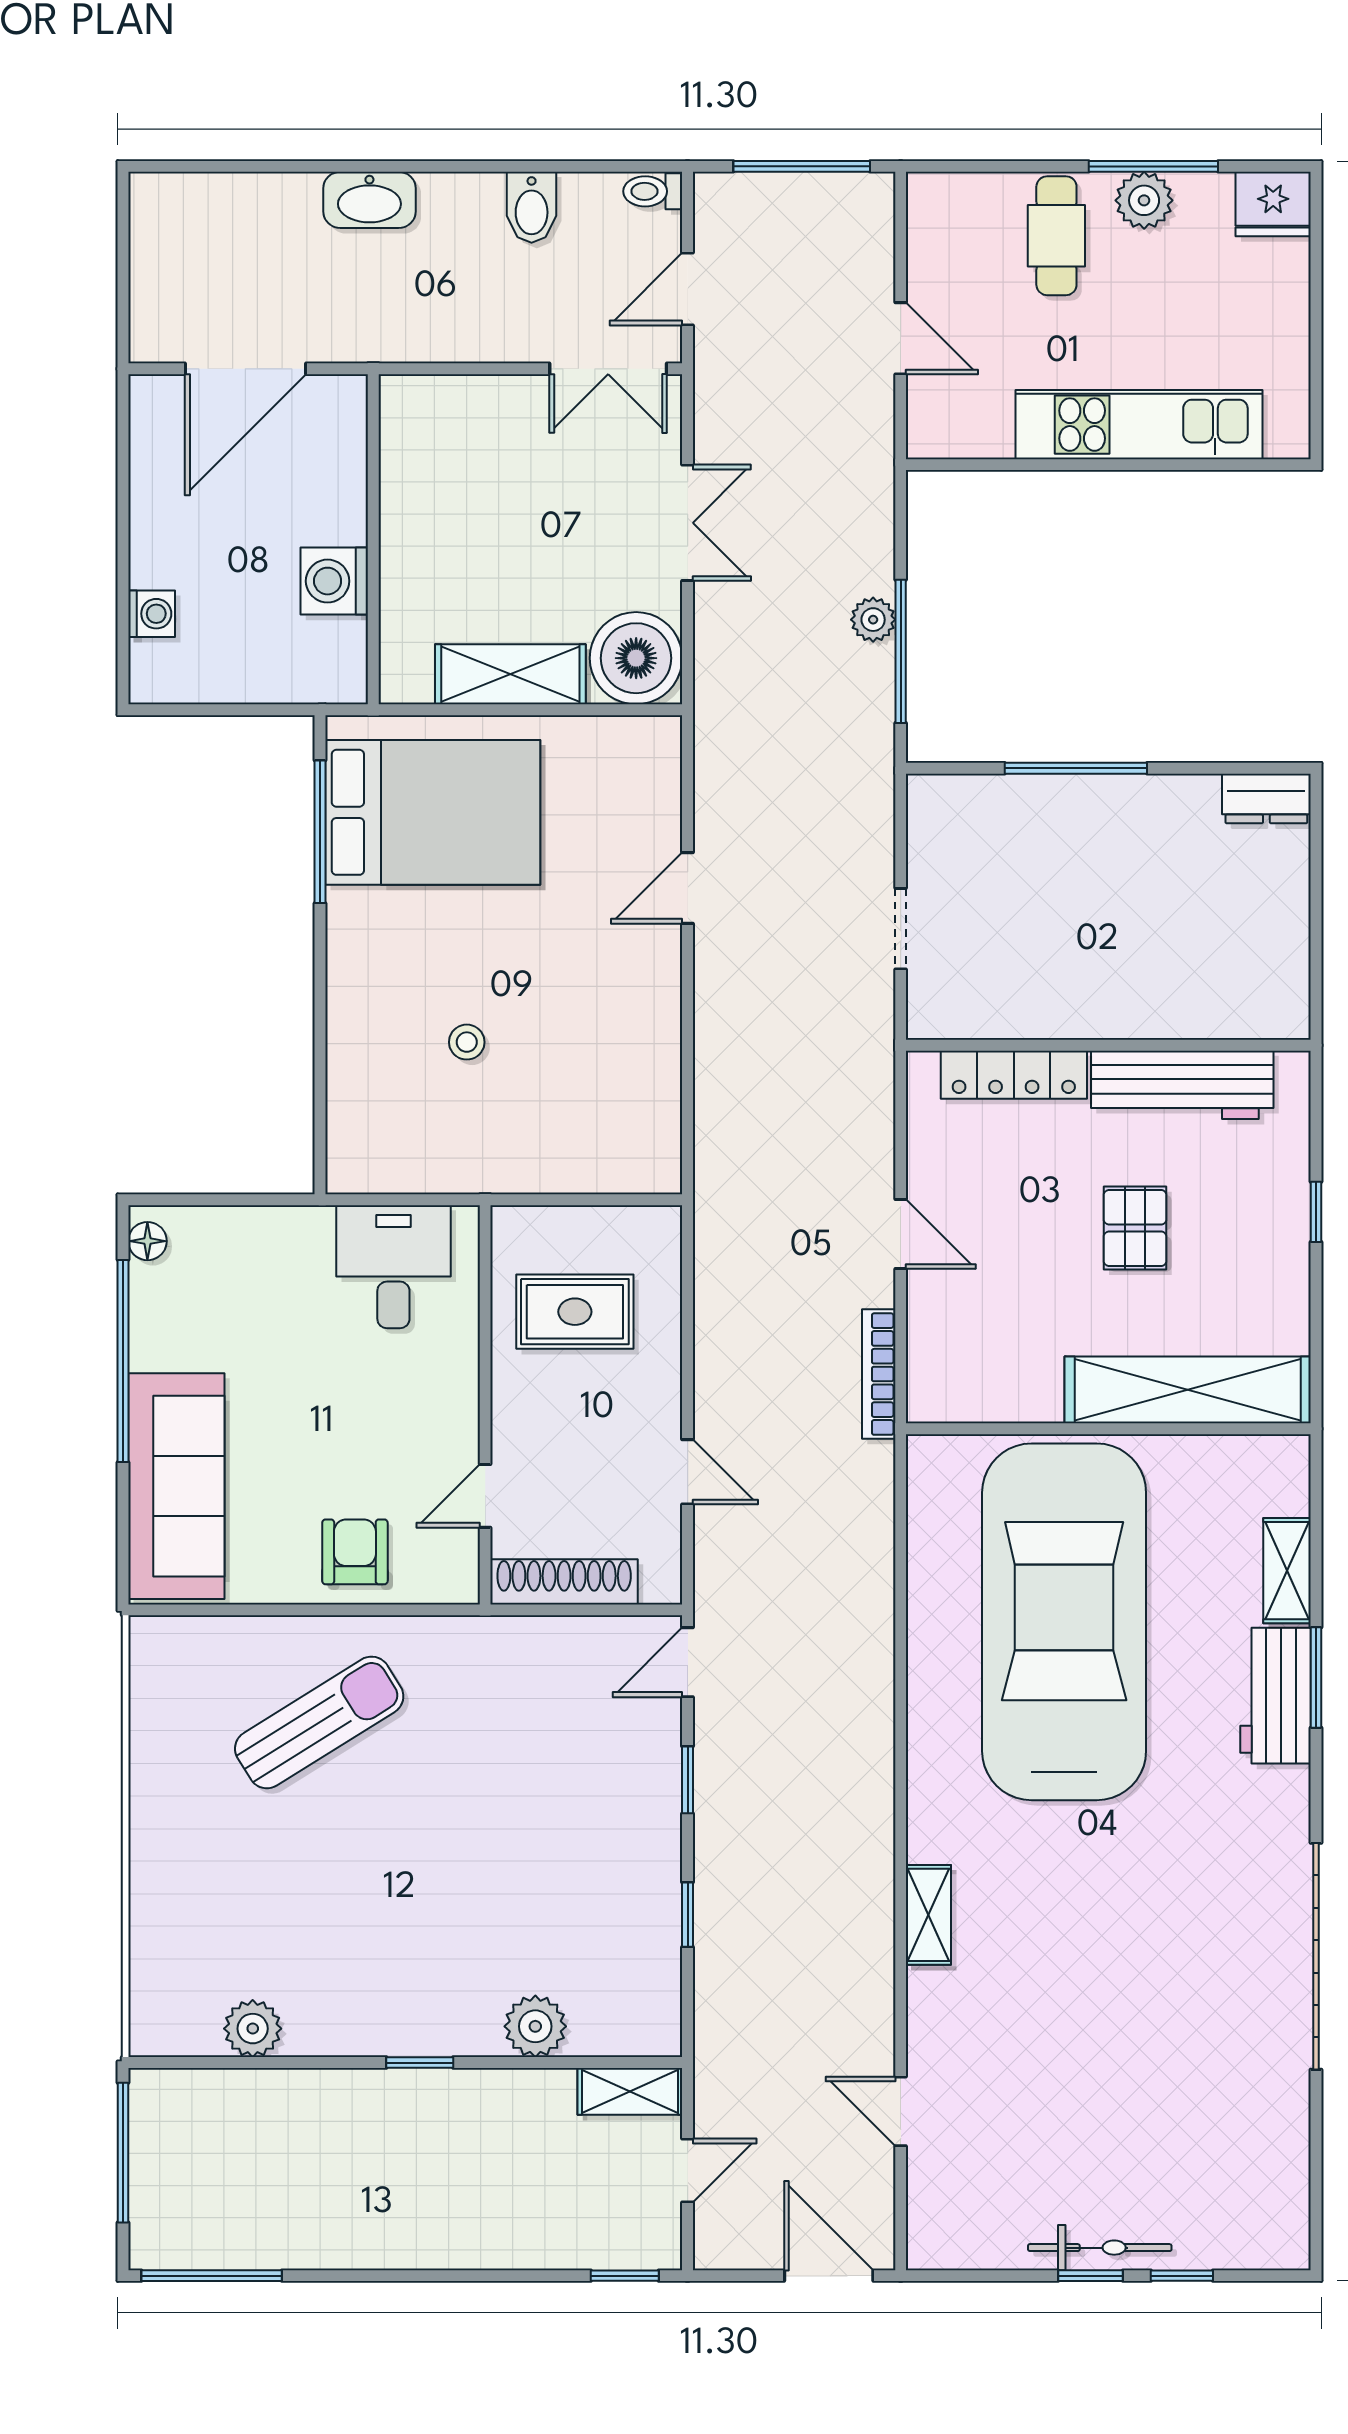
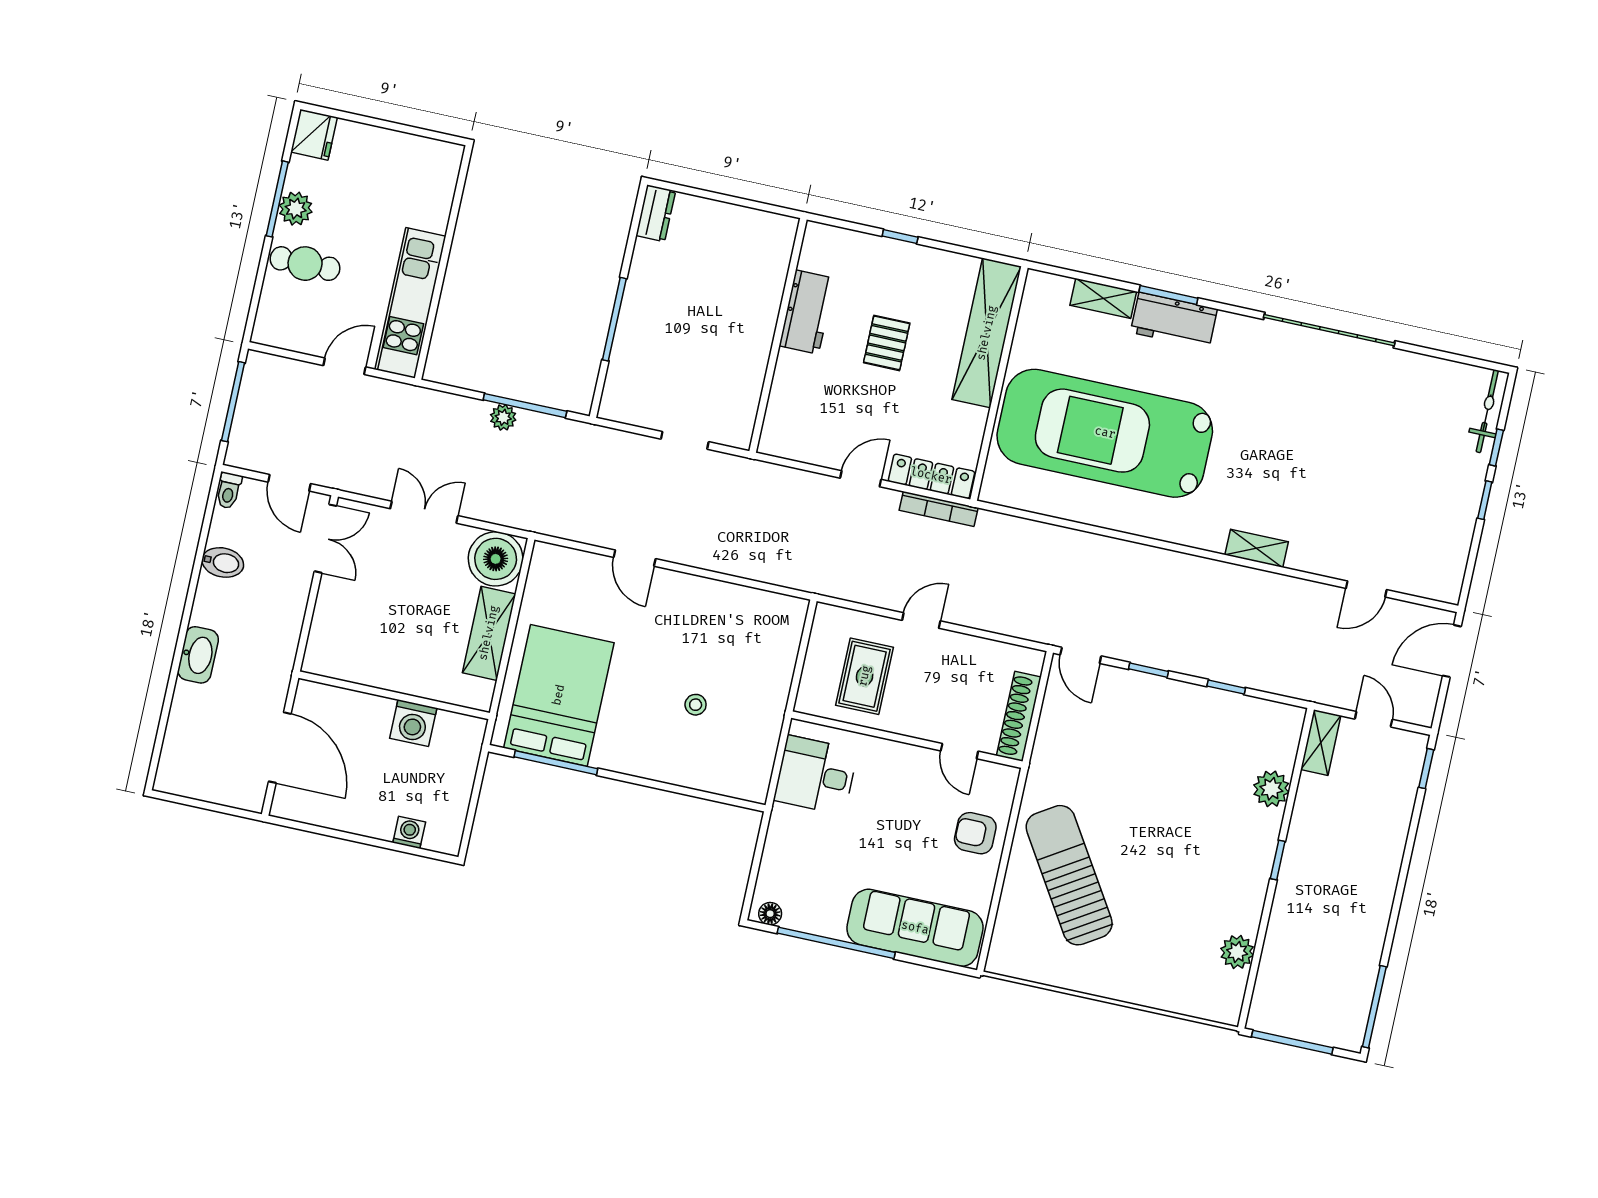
kitchen unit: (1139, 425) -> (410, 303), moved
locker: (1014, 1075) -> (931, 476), moved, turned -90
workbench: (1182, 1085) -> (807, 312), width x0.73
pallet: (1135, 1228) -> (887, 343), turned 90
door: (688, 1472) -> (921, 621), moved
sun lounger: (319, 1722) -> (1069, 875), width x1.36, depth x1.34
bicycle: (1100, 2248) -> (1487, 411), moved

